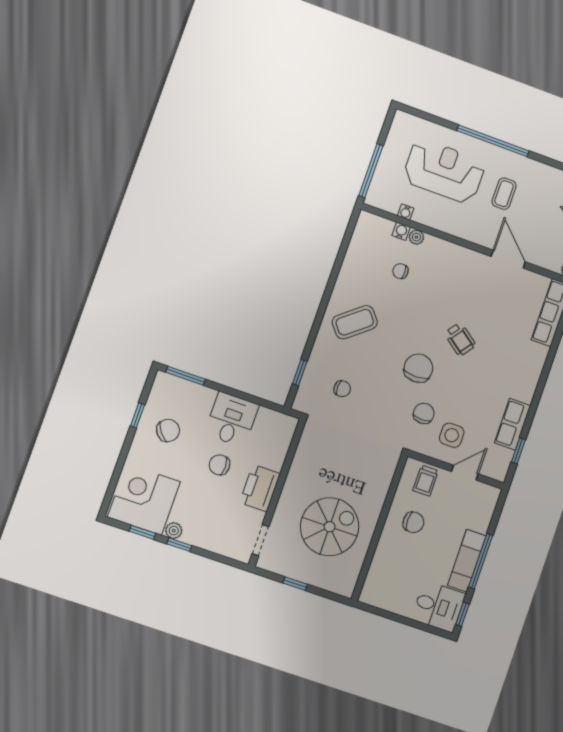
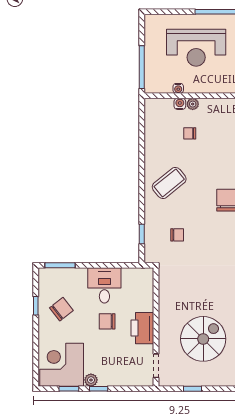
reception desk: (444, 171) -> (196, 48), turned 180

